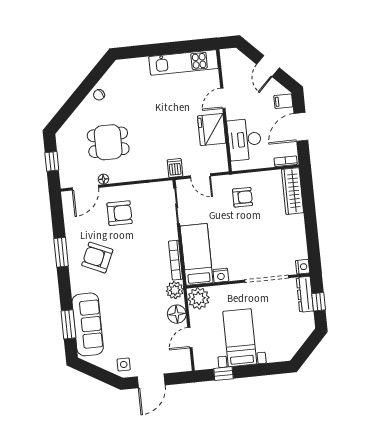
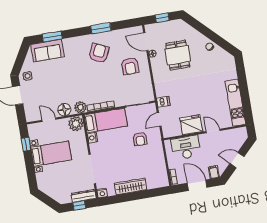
wardrobe: (292, 191) -> (131, 186), moved
armchair: (243, 197) -> (140, 139), moved
sofa: (88, 324) -> (48, 51), width x0.73

